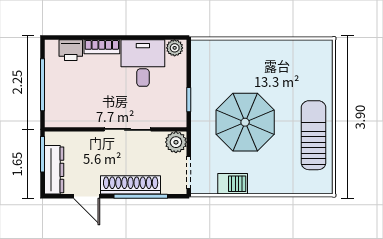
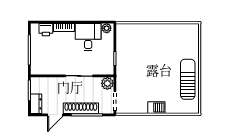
parasol: (245, 122) -> (148, 72), removed
dresser: (54, 170) -> (36, 104), width x0.70
barbecue: (233, 184) -> (156, 108), moved
door: (87, 196) -> (55, 115), hinge flipped

